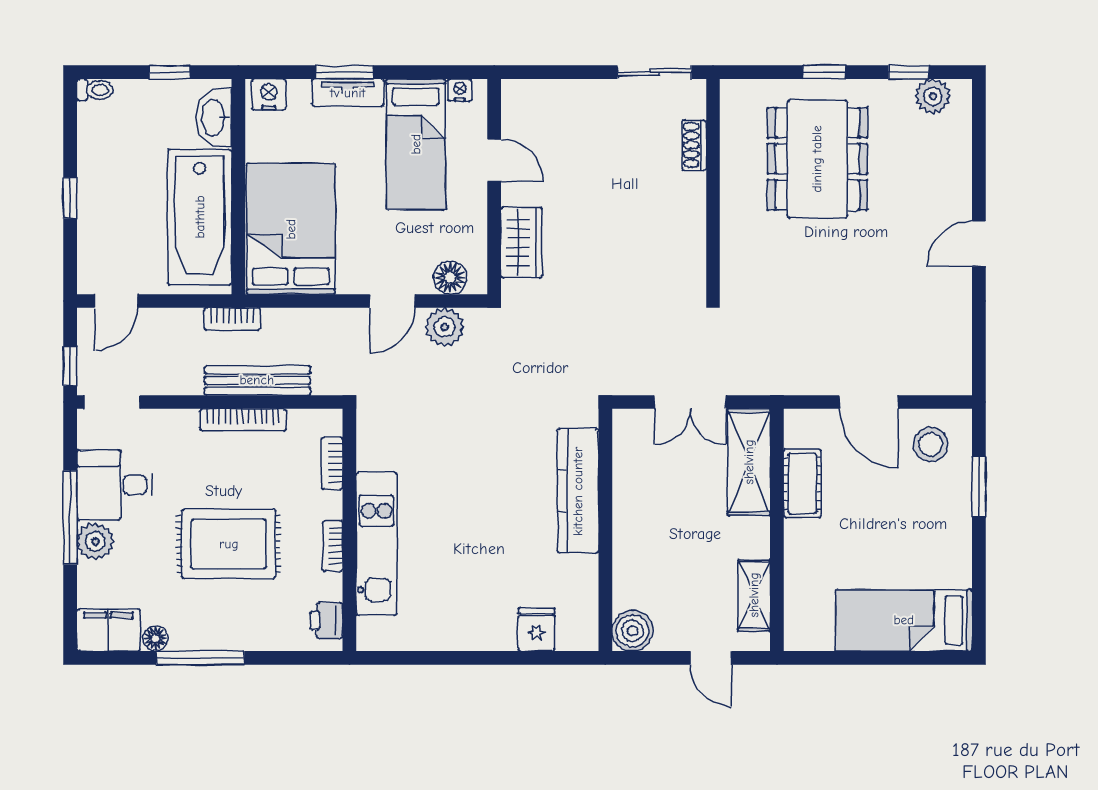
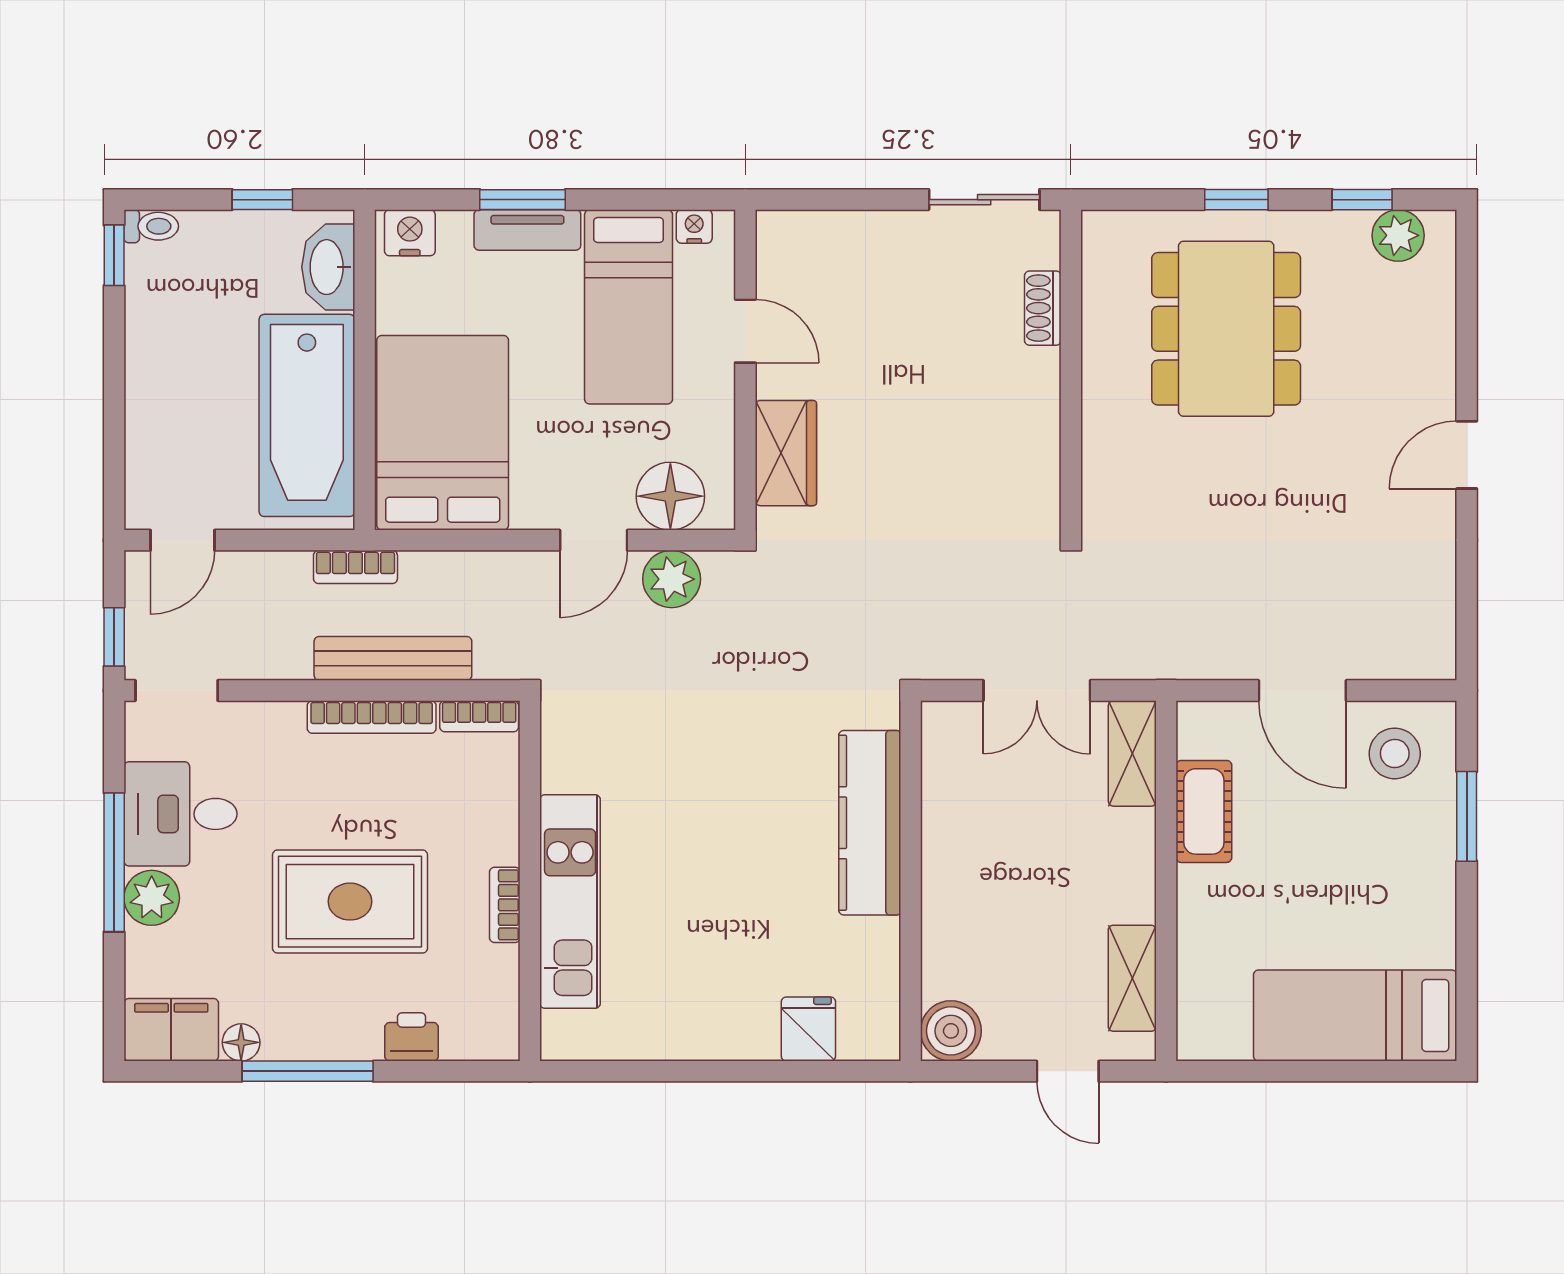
window: (70, 198) -> (114, 255), moved
floor lamp: (450, 278) -> (670, 496), width x1.38, depth x1.38
shelving: (749, 462) -> (1132, 753), width x0.67, depth x0.75
bookcase: (332, 463) -> (479, 716), moved, turned -90
printer: (326, 621) -> (411, 1037), moved, turned 90

